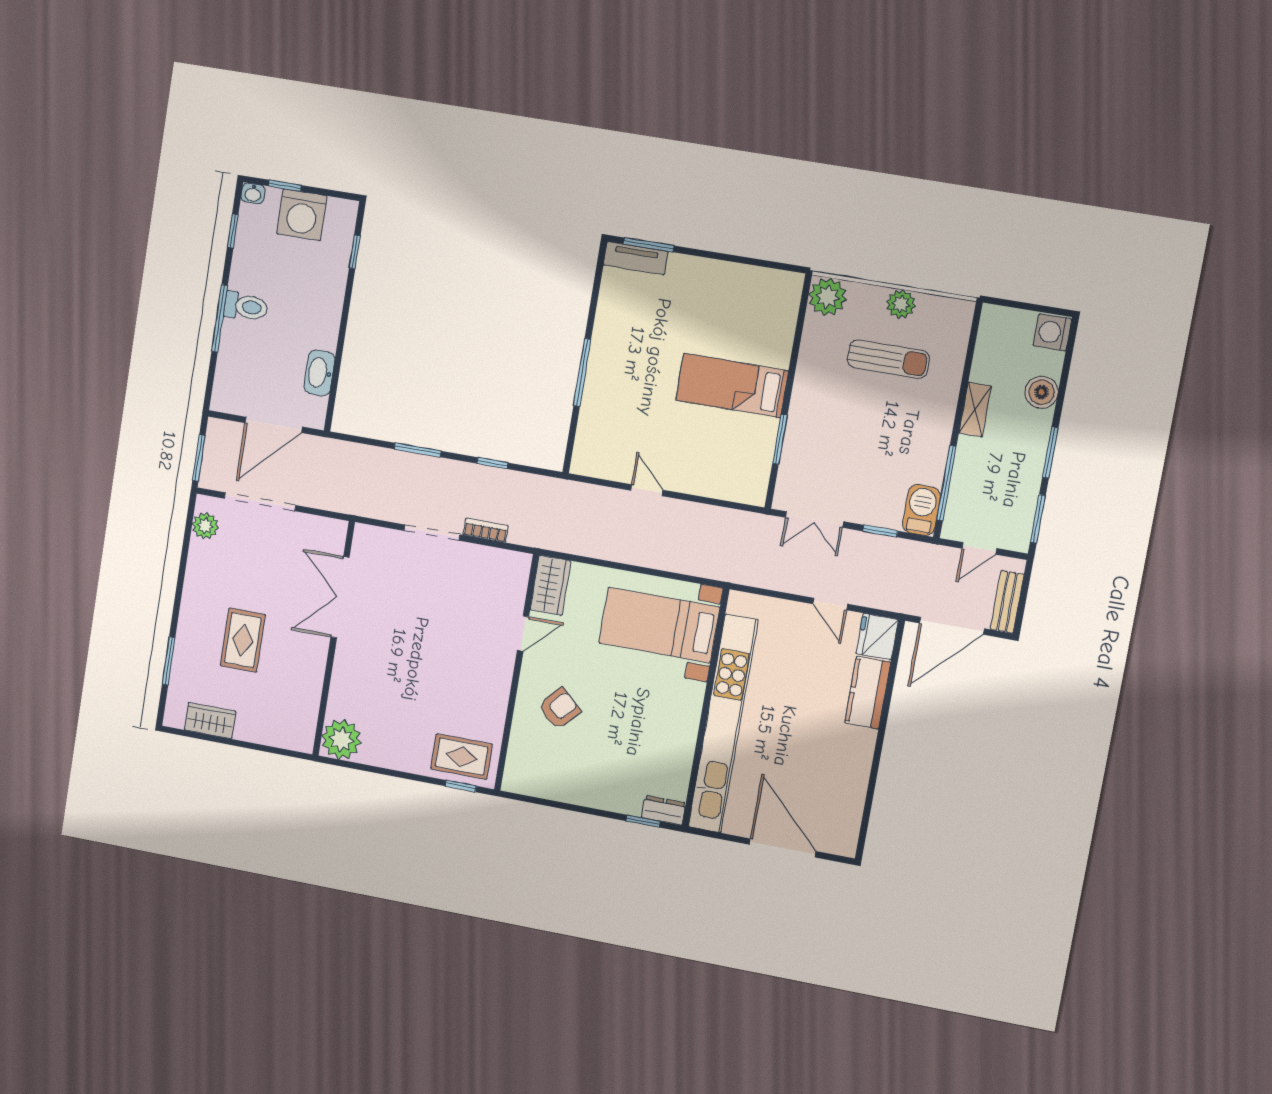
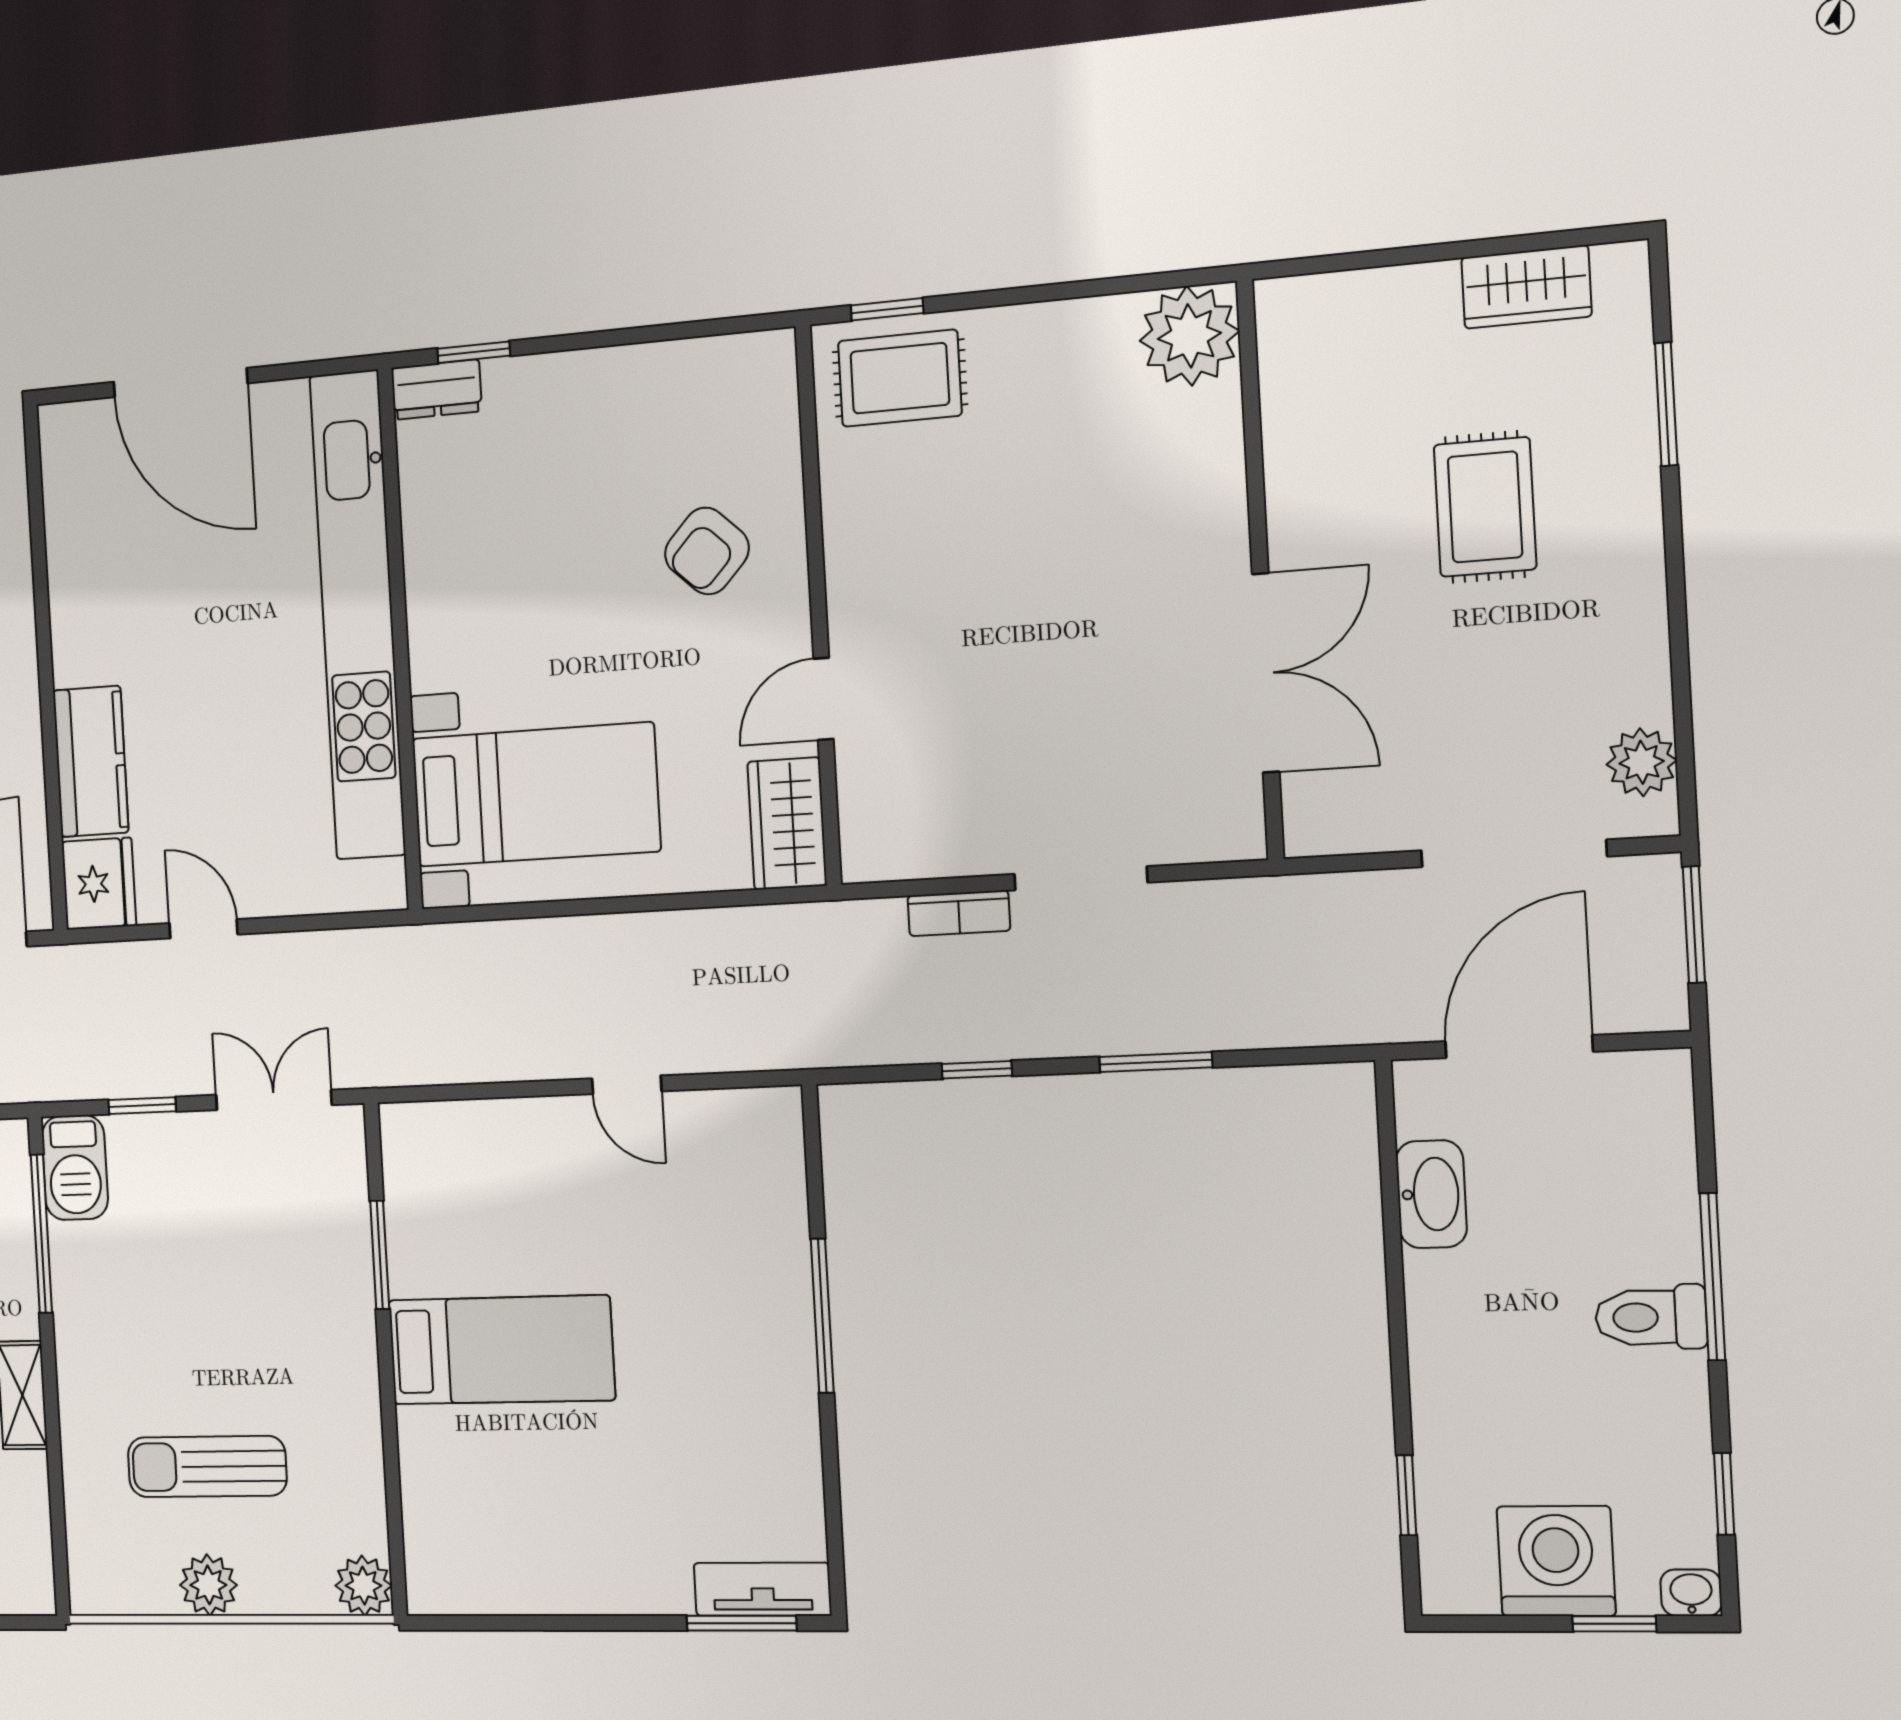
plant: (828, 297) -> (363, 1586), width x0.73, depth x0.73

